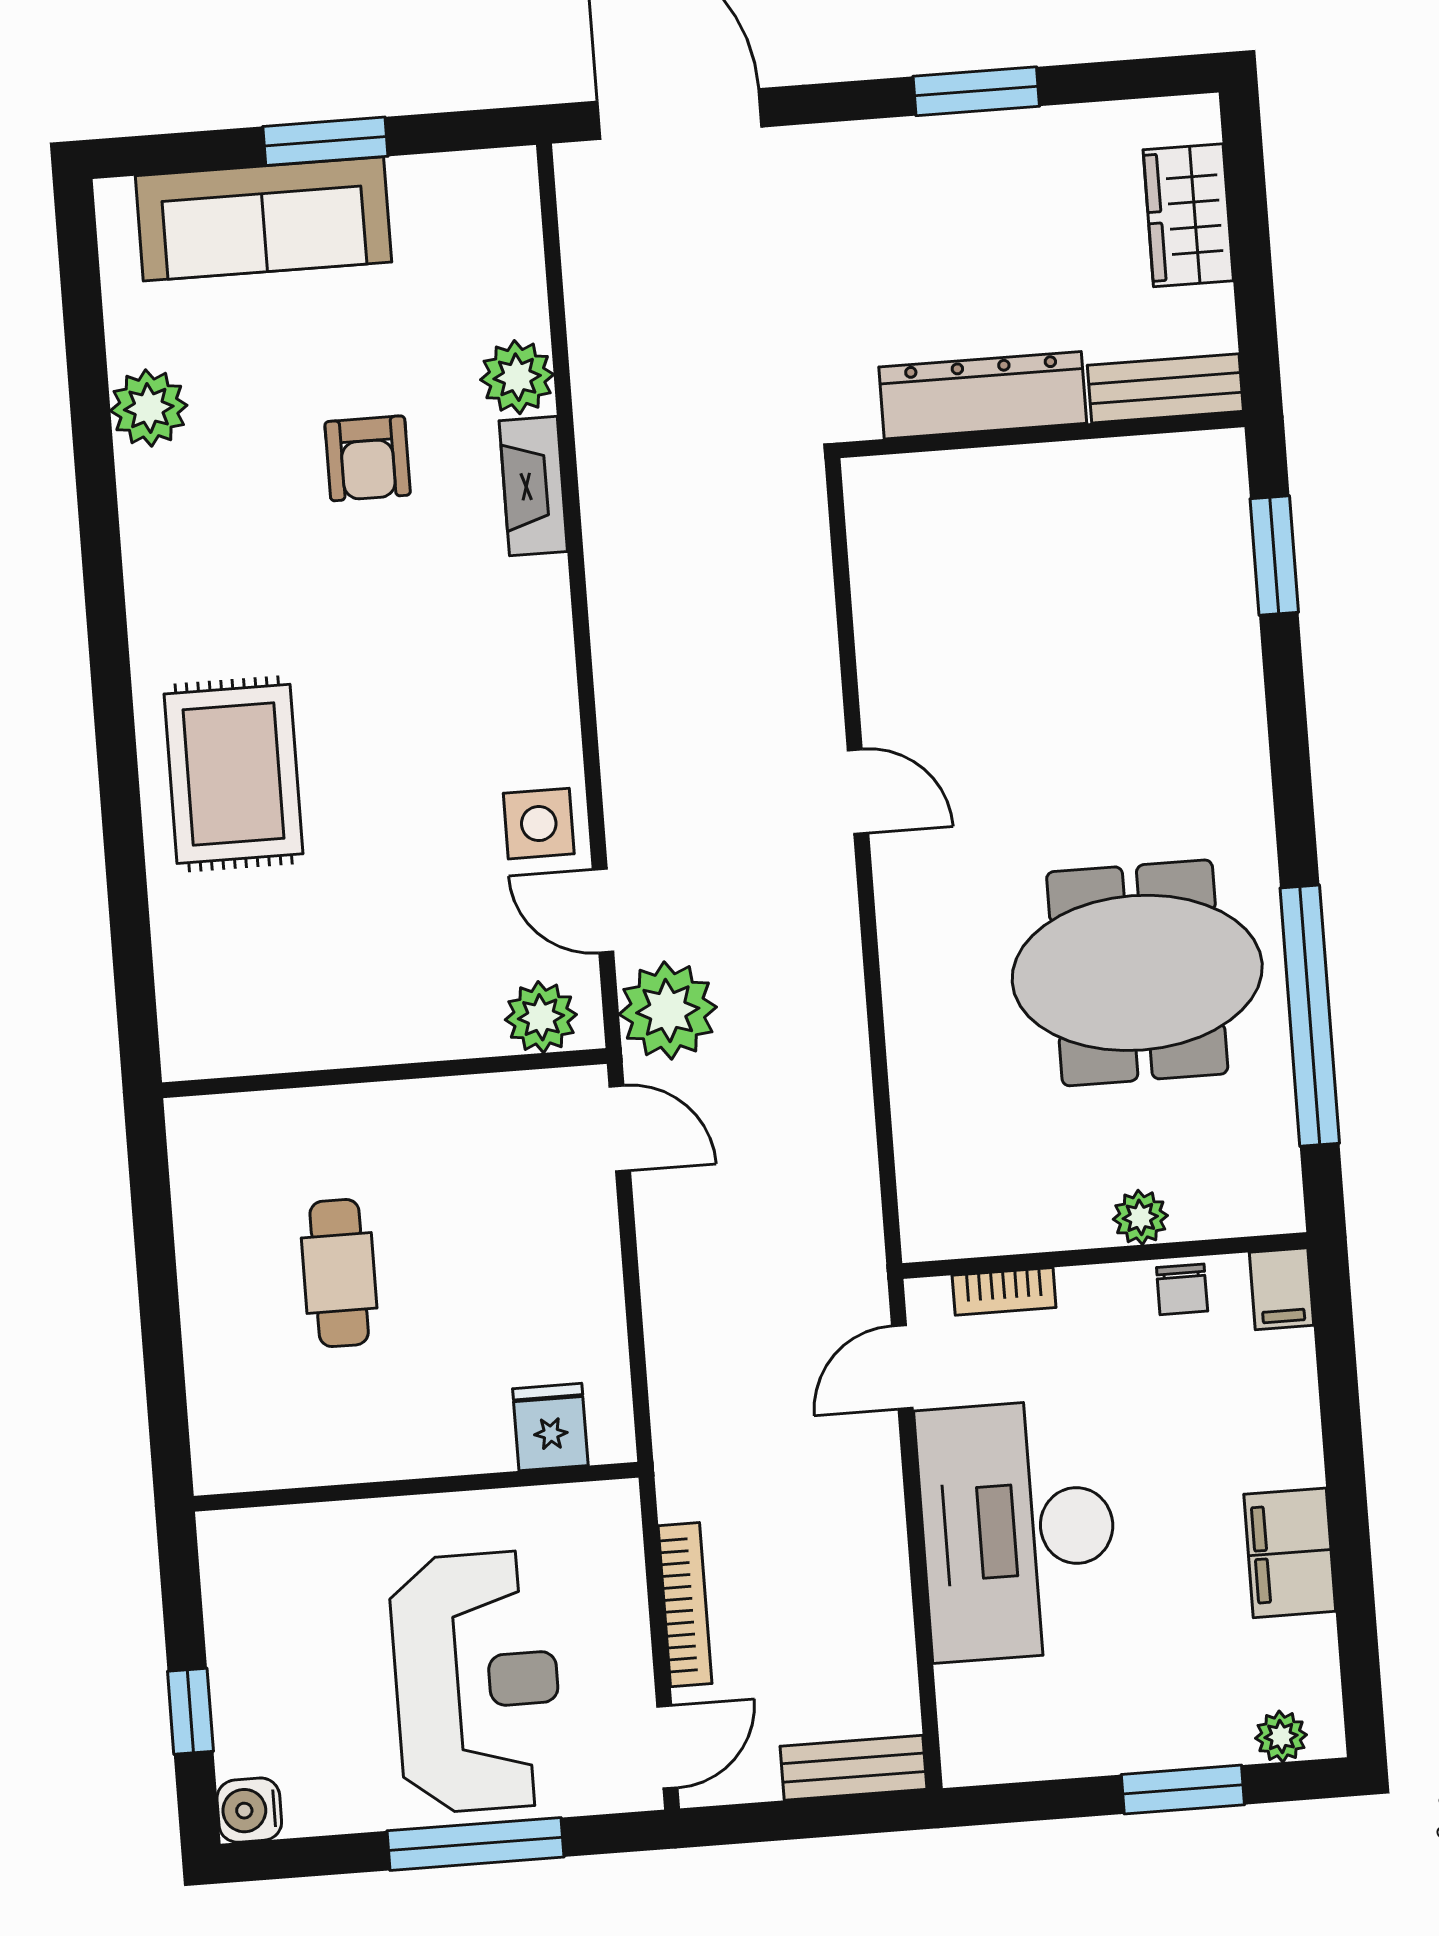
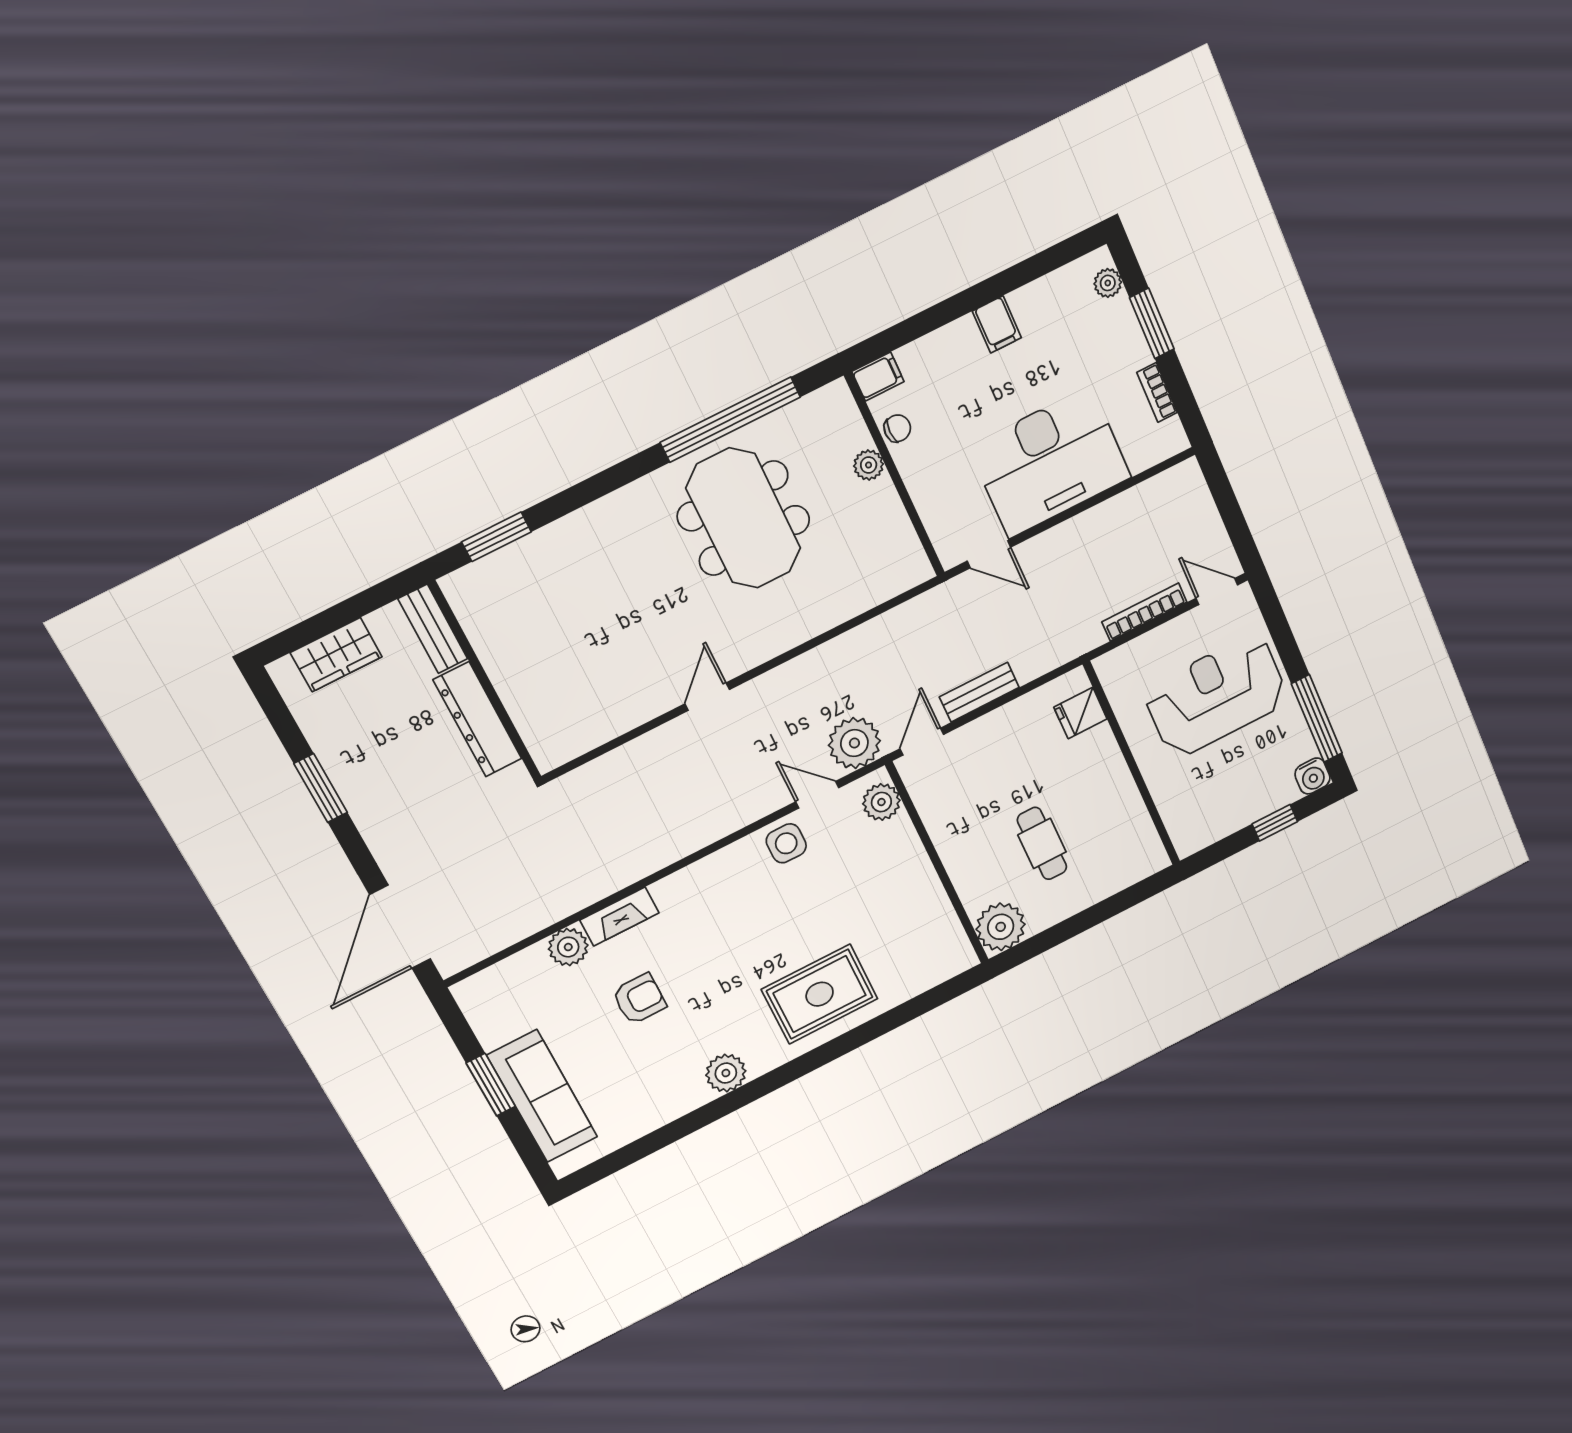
plant: (149, 408) -> (726, 1073), moved
door: (603, 911) -> (817, 795), swing flipped
plant: (215, 1143) -> (1001, 927), added
cafe table: (339, 1273) -> (1042, 843), turned 90
bookcase: (1004, 1291) -> (1157, 392), moved, turned 180
filing cabinet: (1290, 1553) -> (997, 324), width x0.50
bench: (853, 1768) -> (979, 692), moved, turned 90
window: (476, 1844) -> (1317, 718), moved

